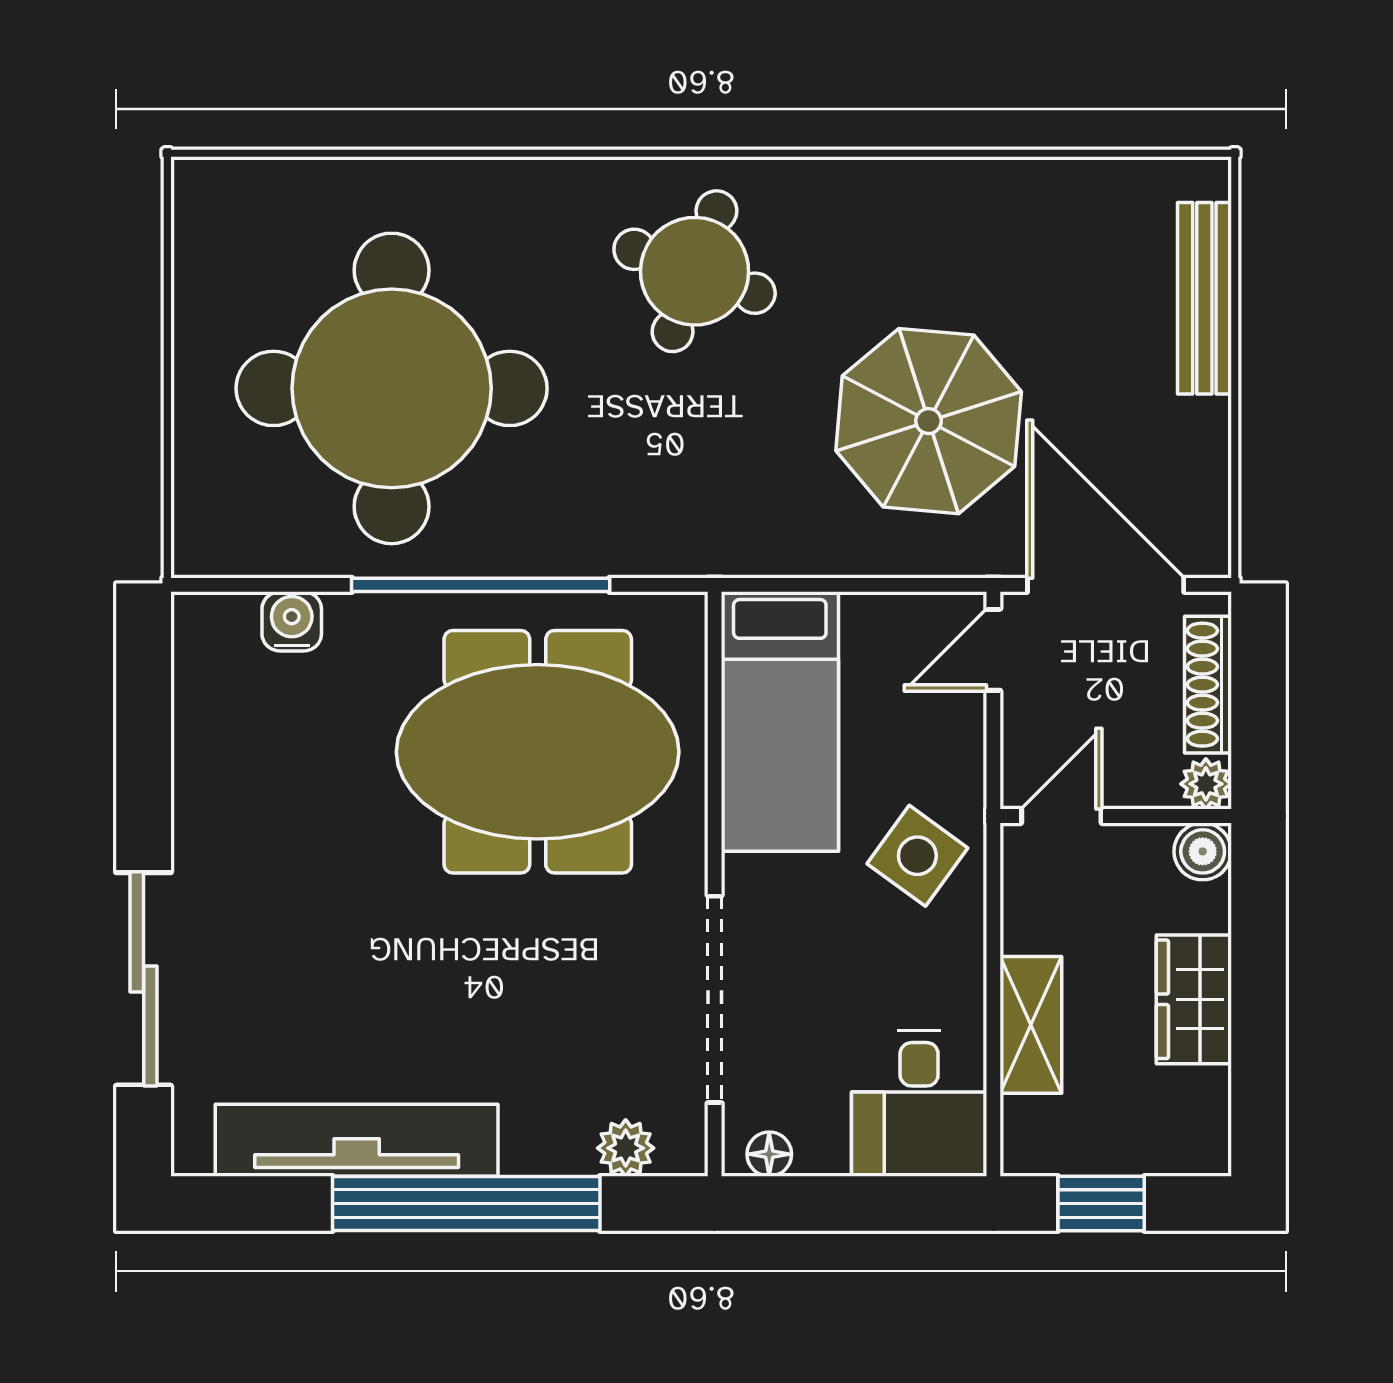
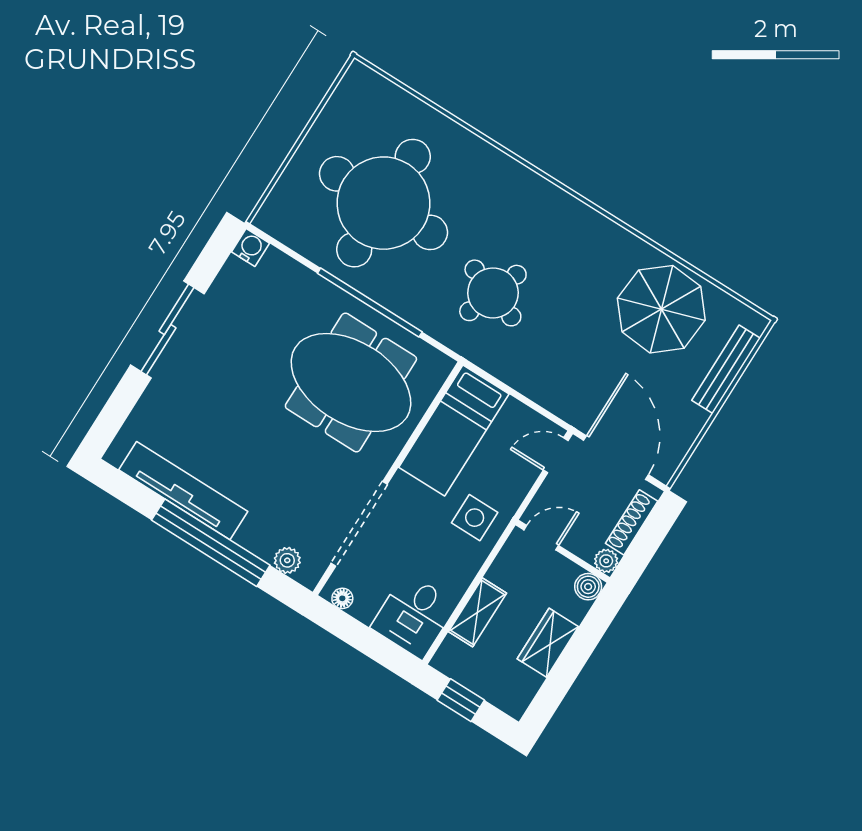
round table: (695, 271) -> (493, 293), moved
parasol: (929, 421) -> (661, 309), moved
water cooler: (292, 621) -> (250, 247), moved
side table: (917, 856) -> (475, 518), turned -36
sliding door: (144, 979) -> (167, 329), moved

